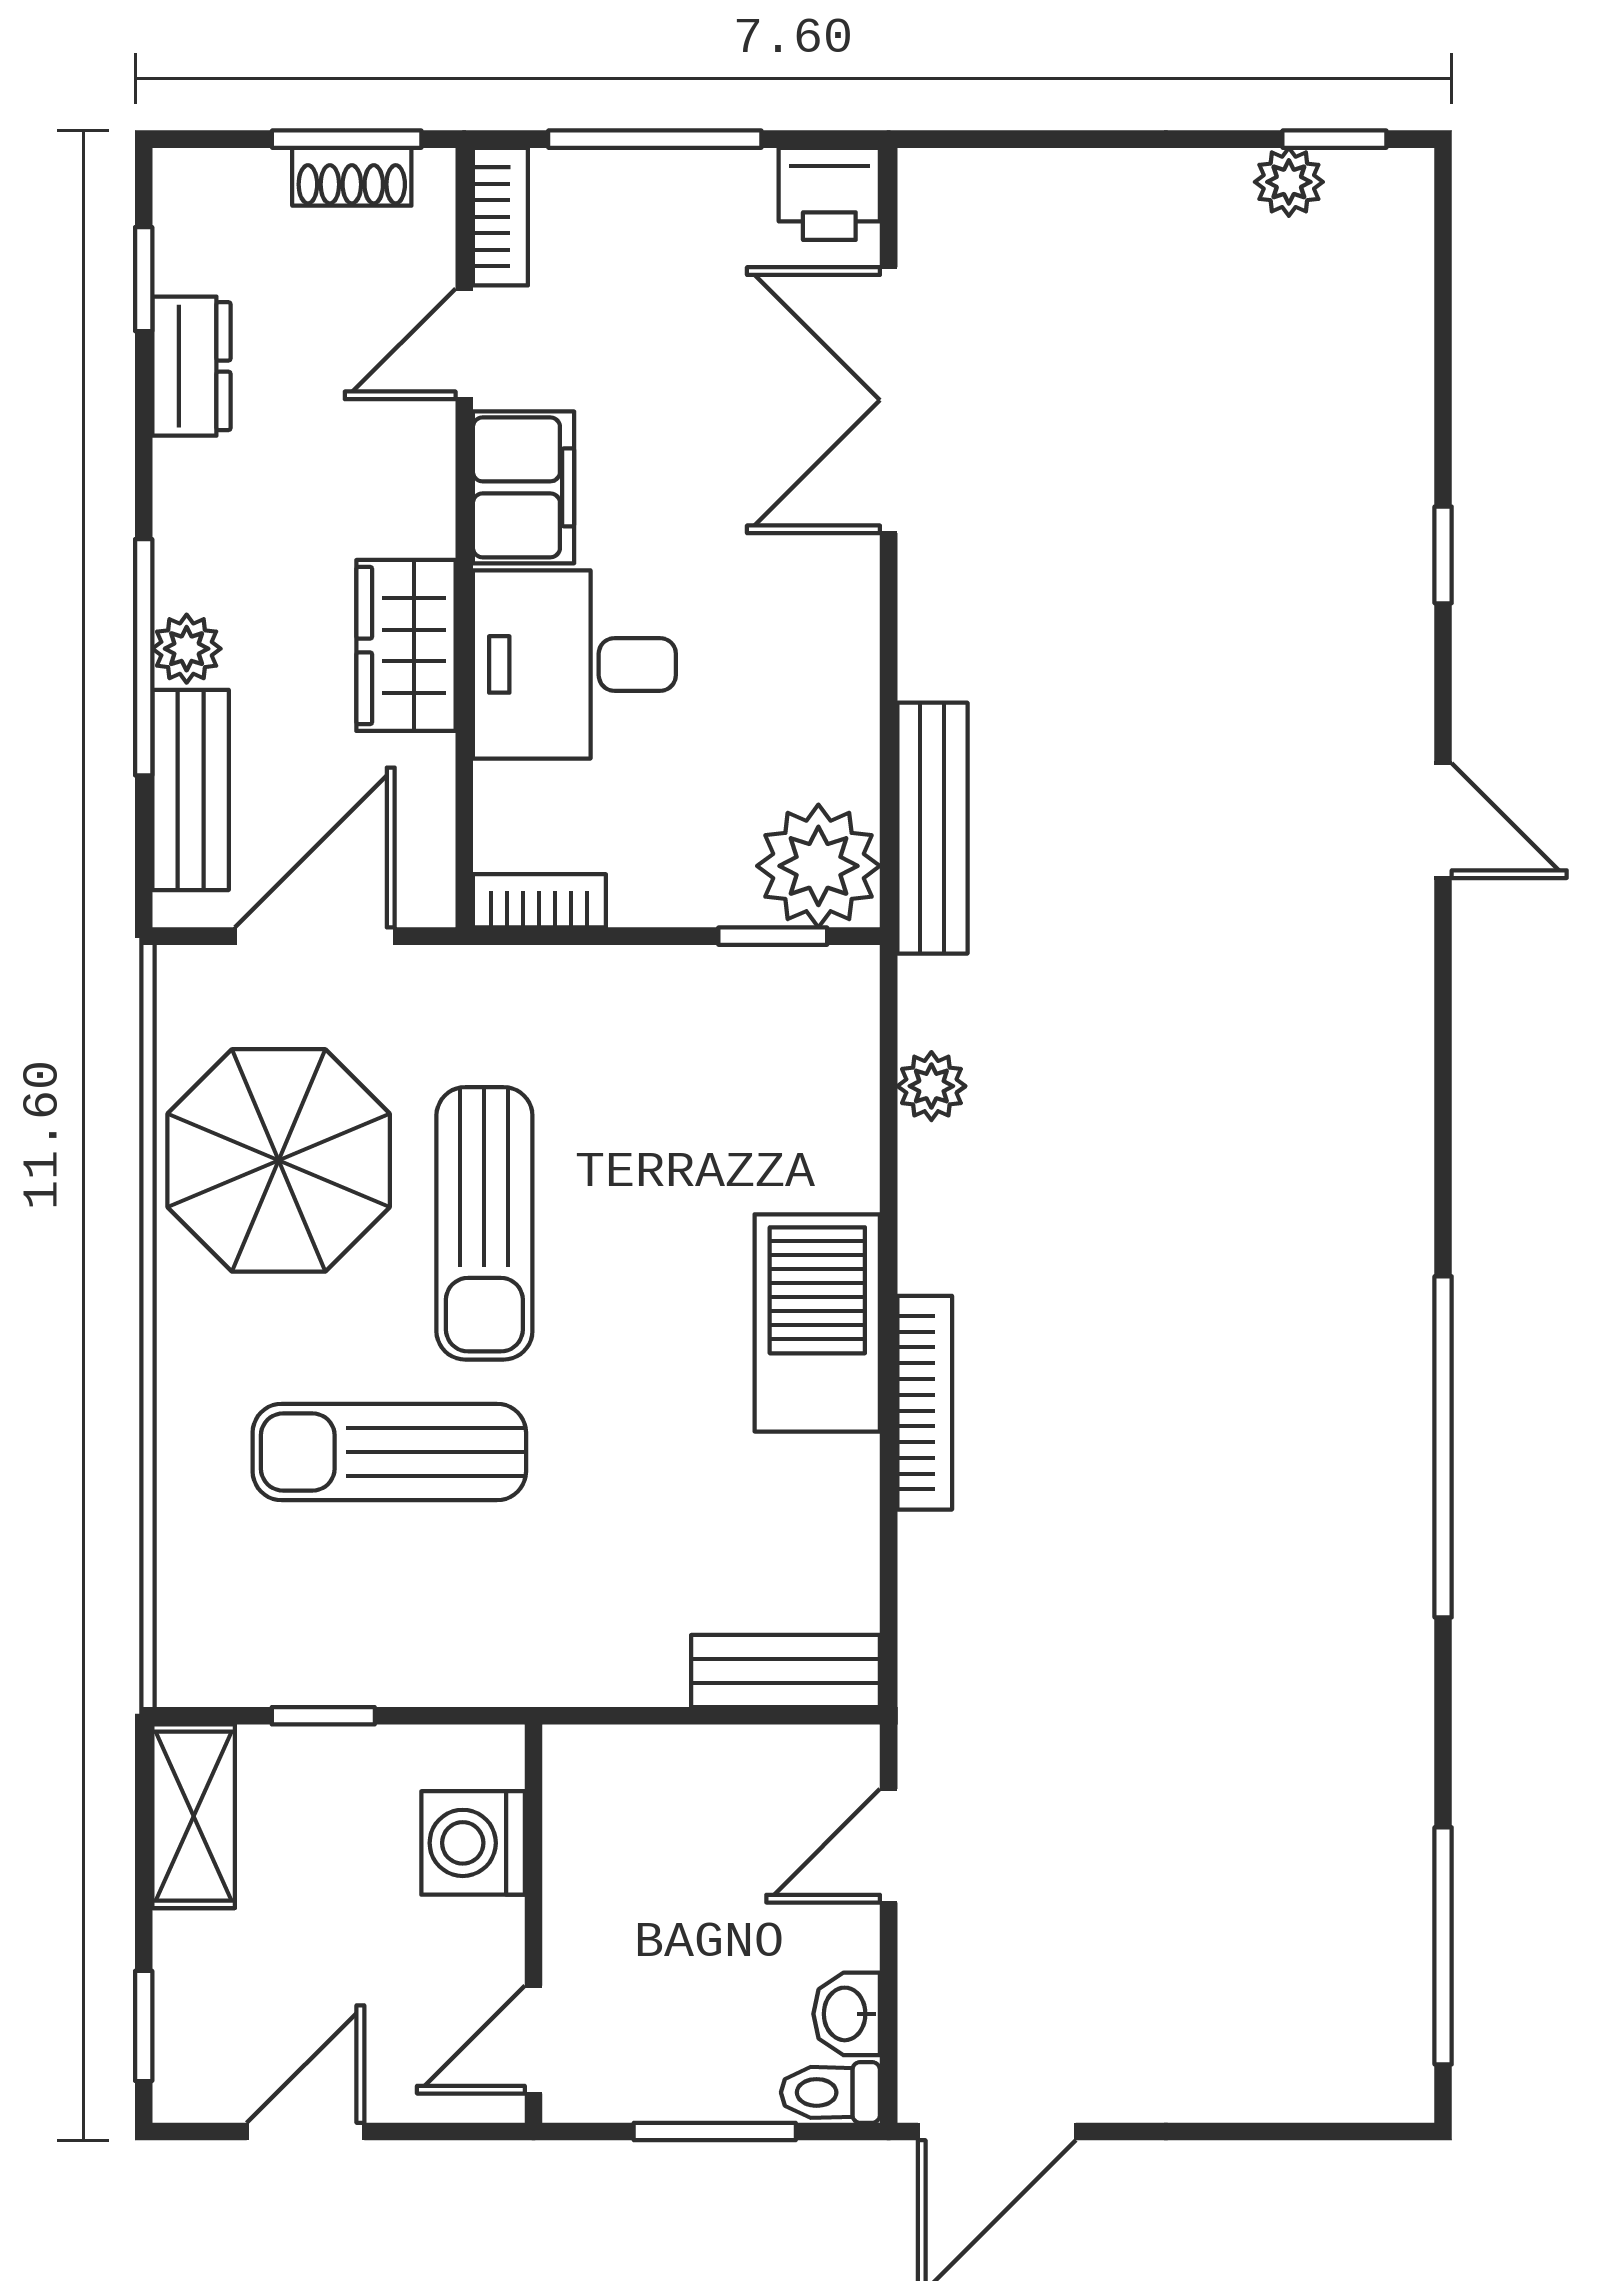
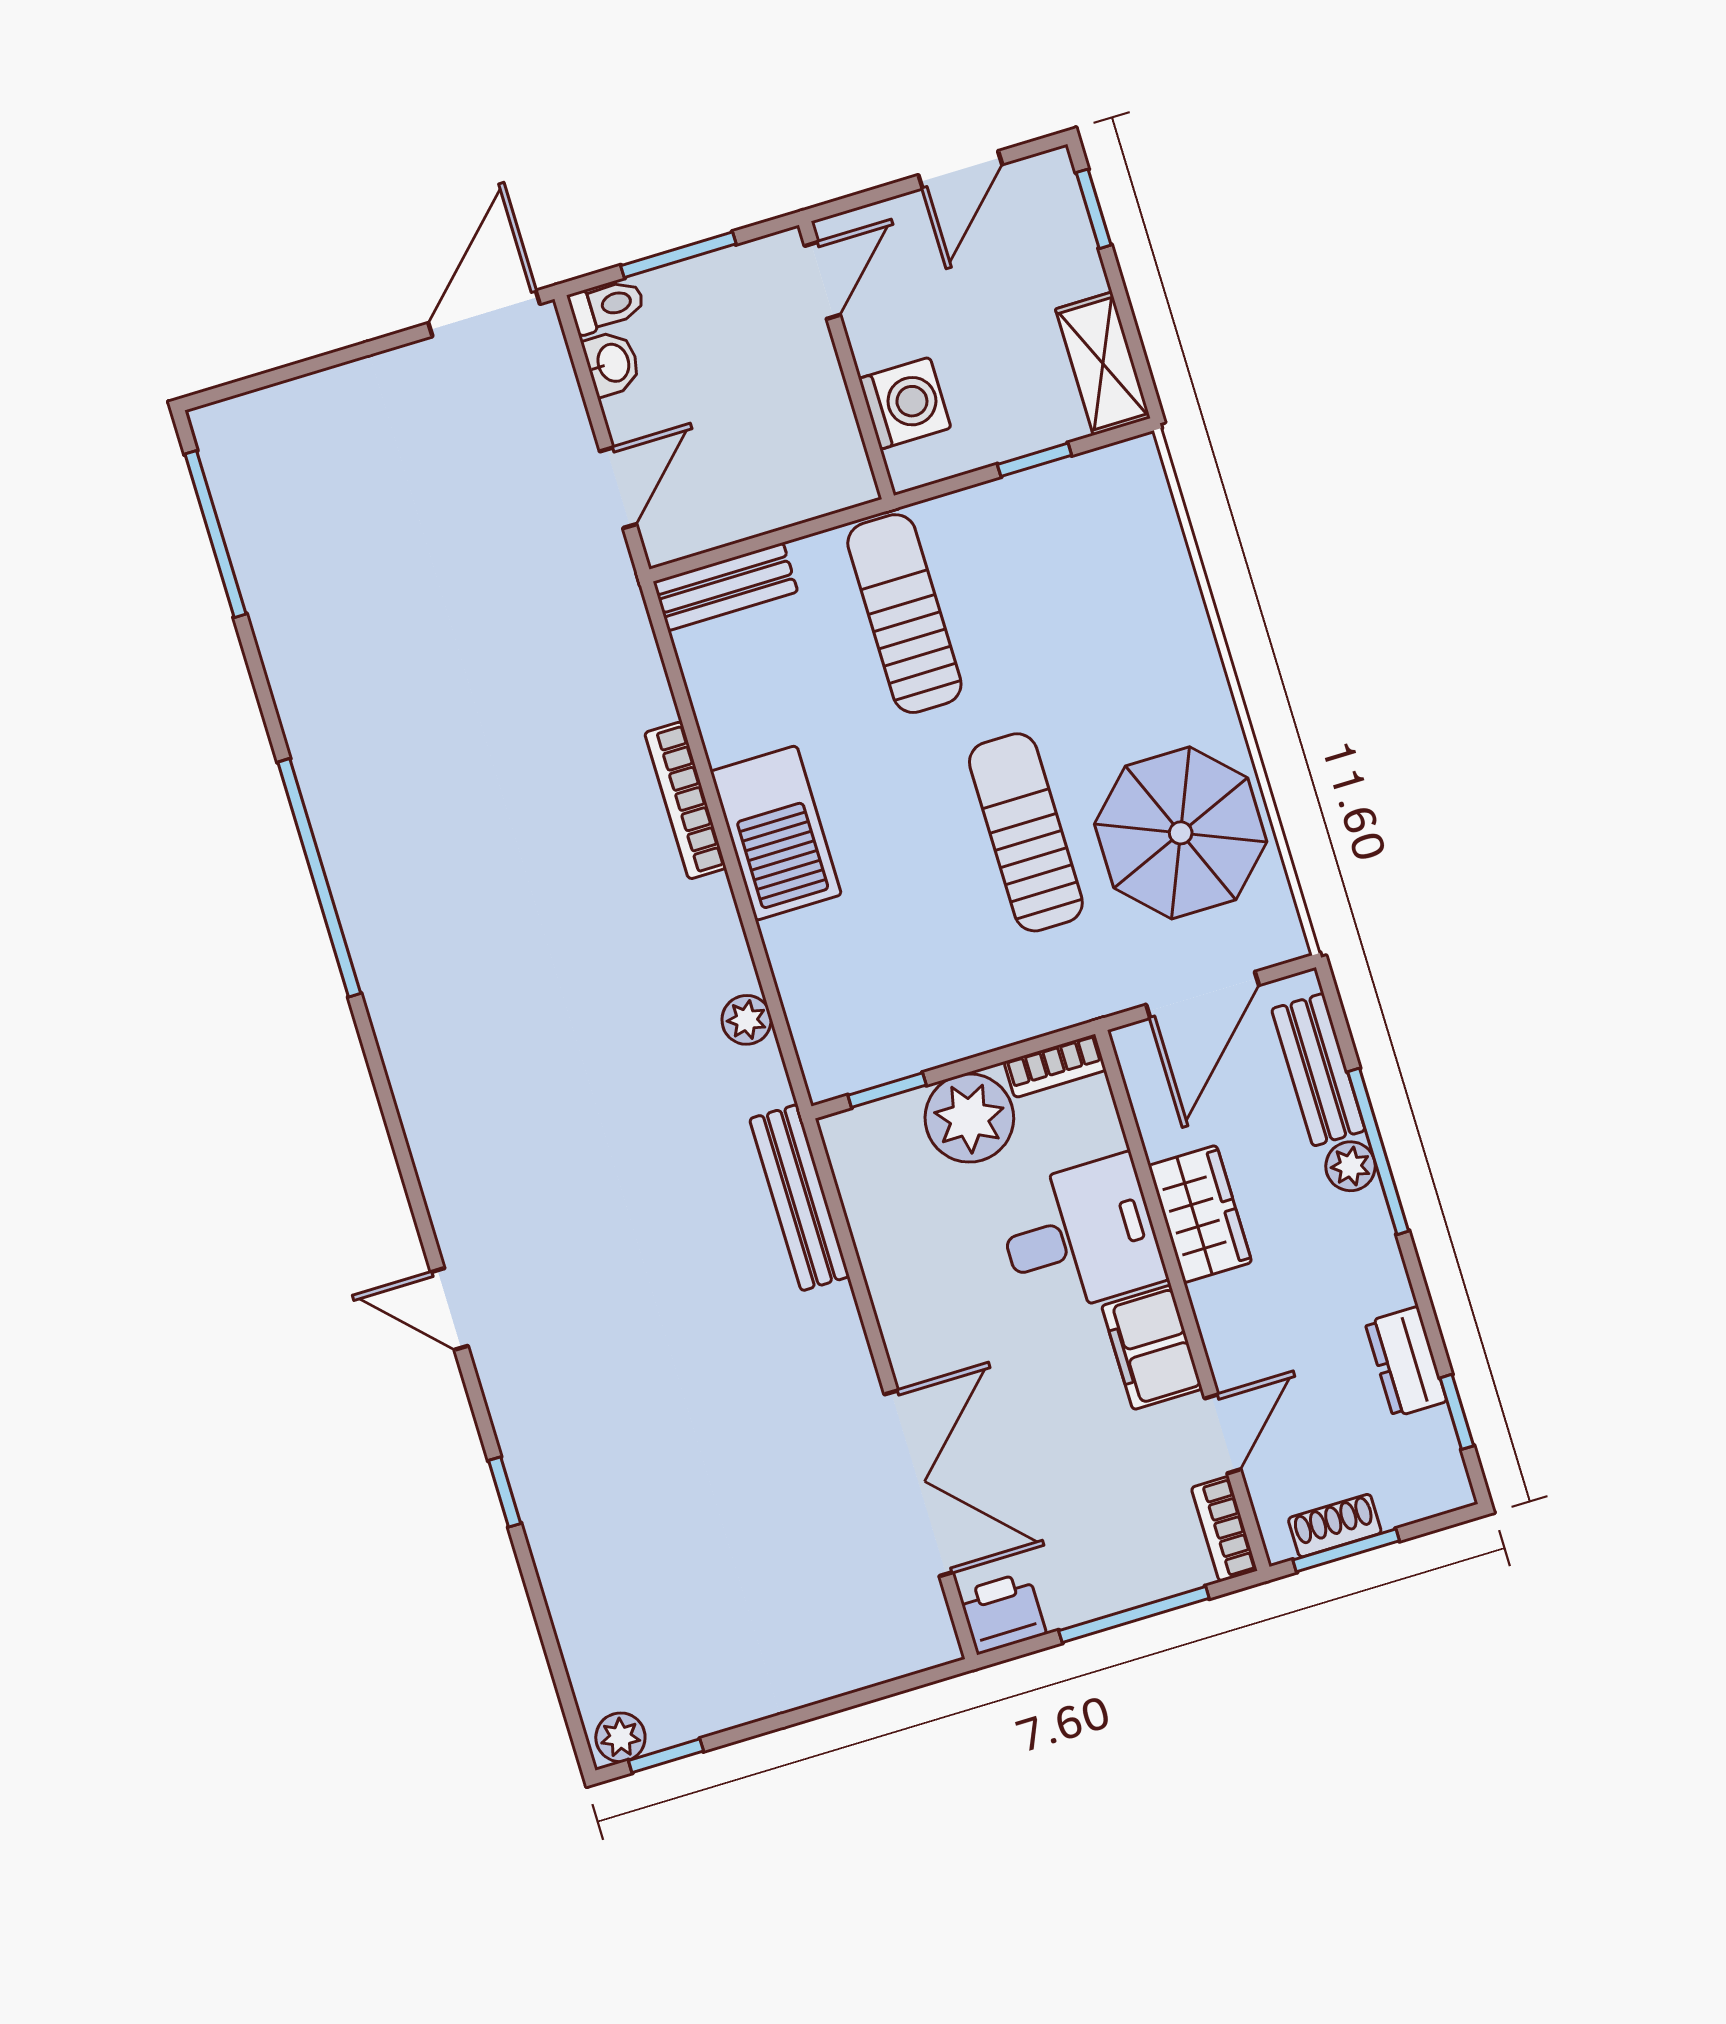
plant: (1289, 182) -> (620, 1737), moved
plant: (818, 866) -> (969, 1118), moved
sun lounger: (389, 1452) -> (904, 614), moved, turned -90

